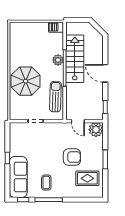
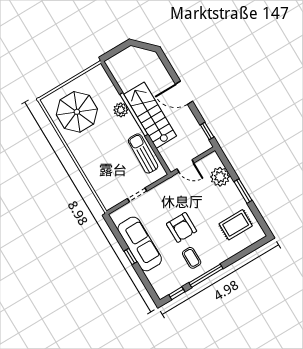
barbecue: (56, 27) -> (96, 74), removed
stairs: (75, 59) -> (150, 115), moved
parasol: (26, 81) -> (77, 112), moved
plant: (96, 130) -> (220, 177), moved
armchair: (72, 157) -> (182, 227), moved, turned 90
sofa: (18, 177) -> (140, 244), moved

